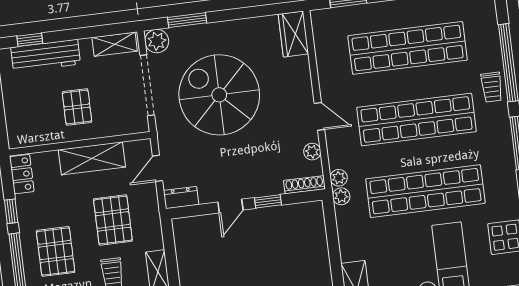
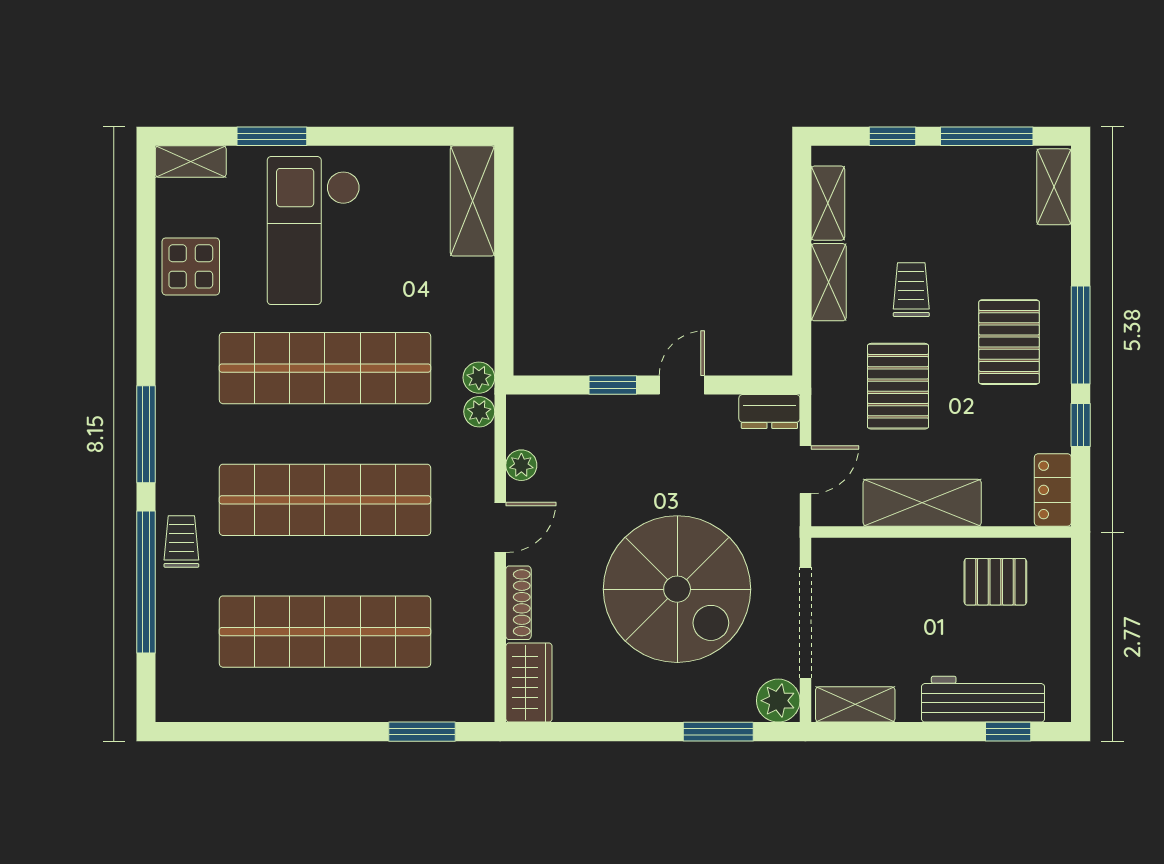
pallet: (77, 107) -> (995, 582), moved, turned 90
door: (319, 116) -> (500, 527), swing flipped
shoe rack: (304, 185) -> (518, 603), moved, turned -90

